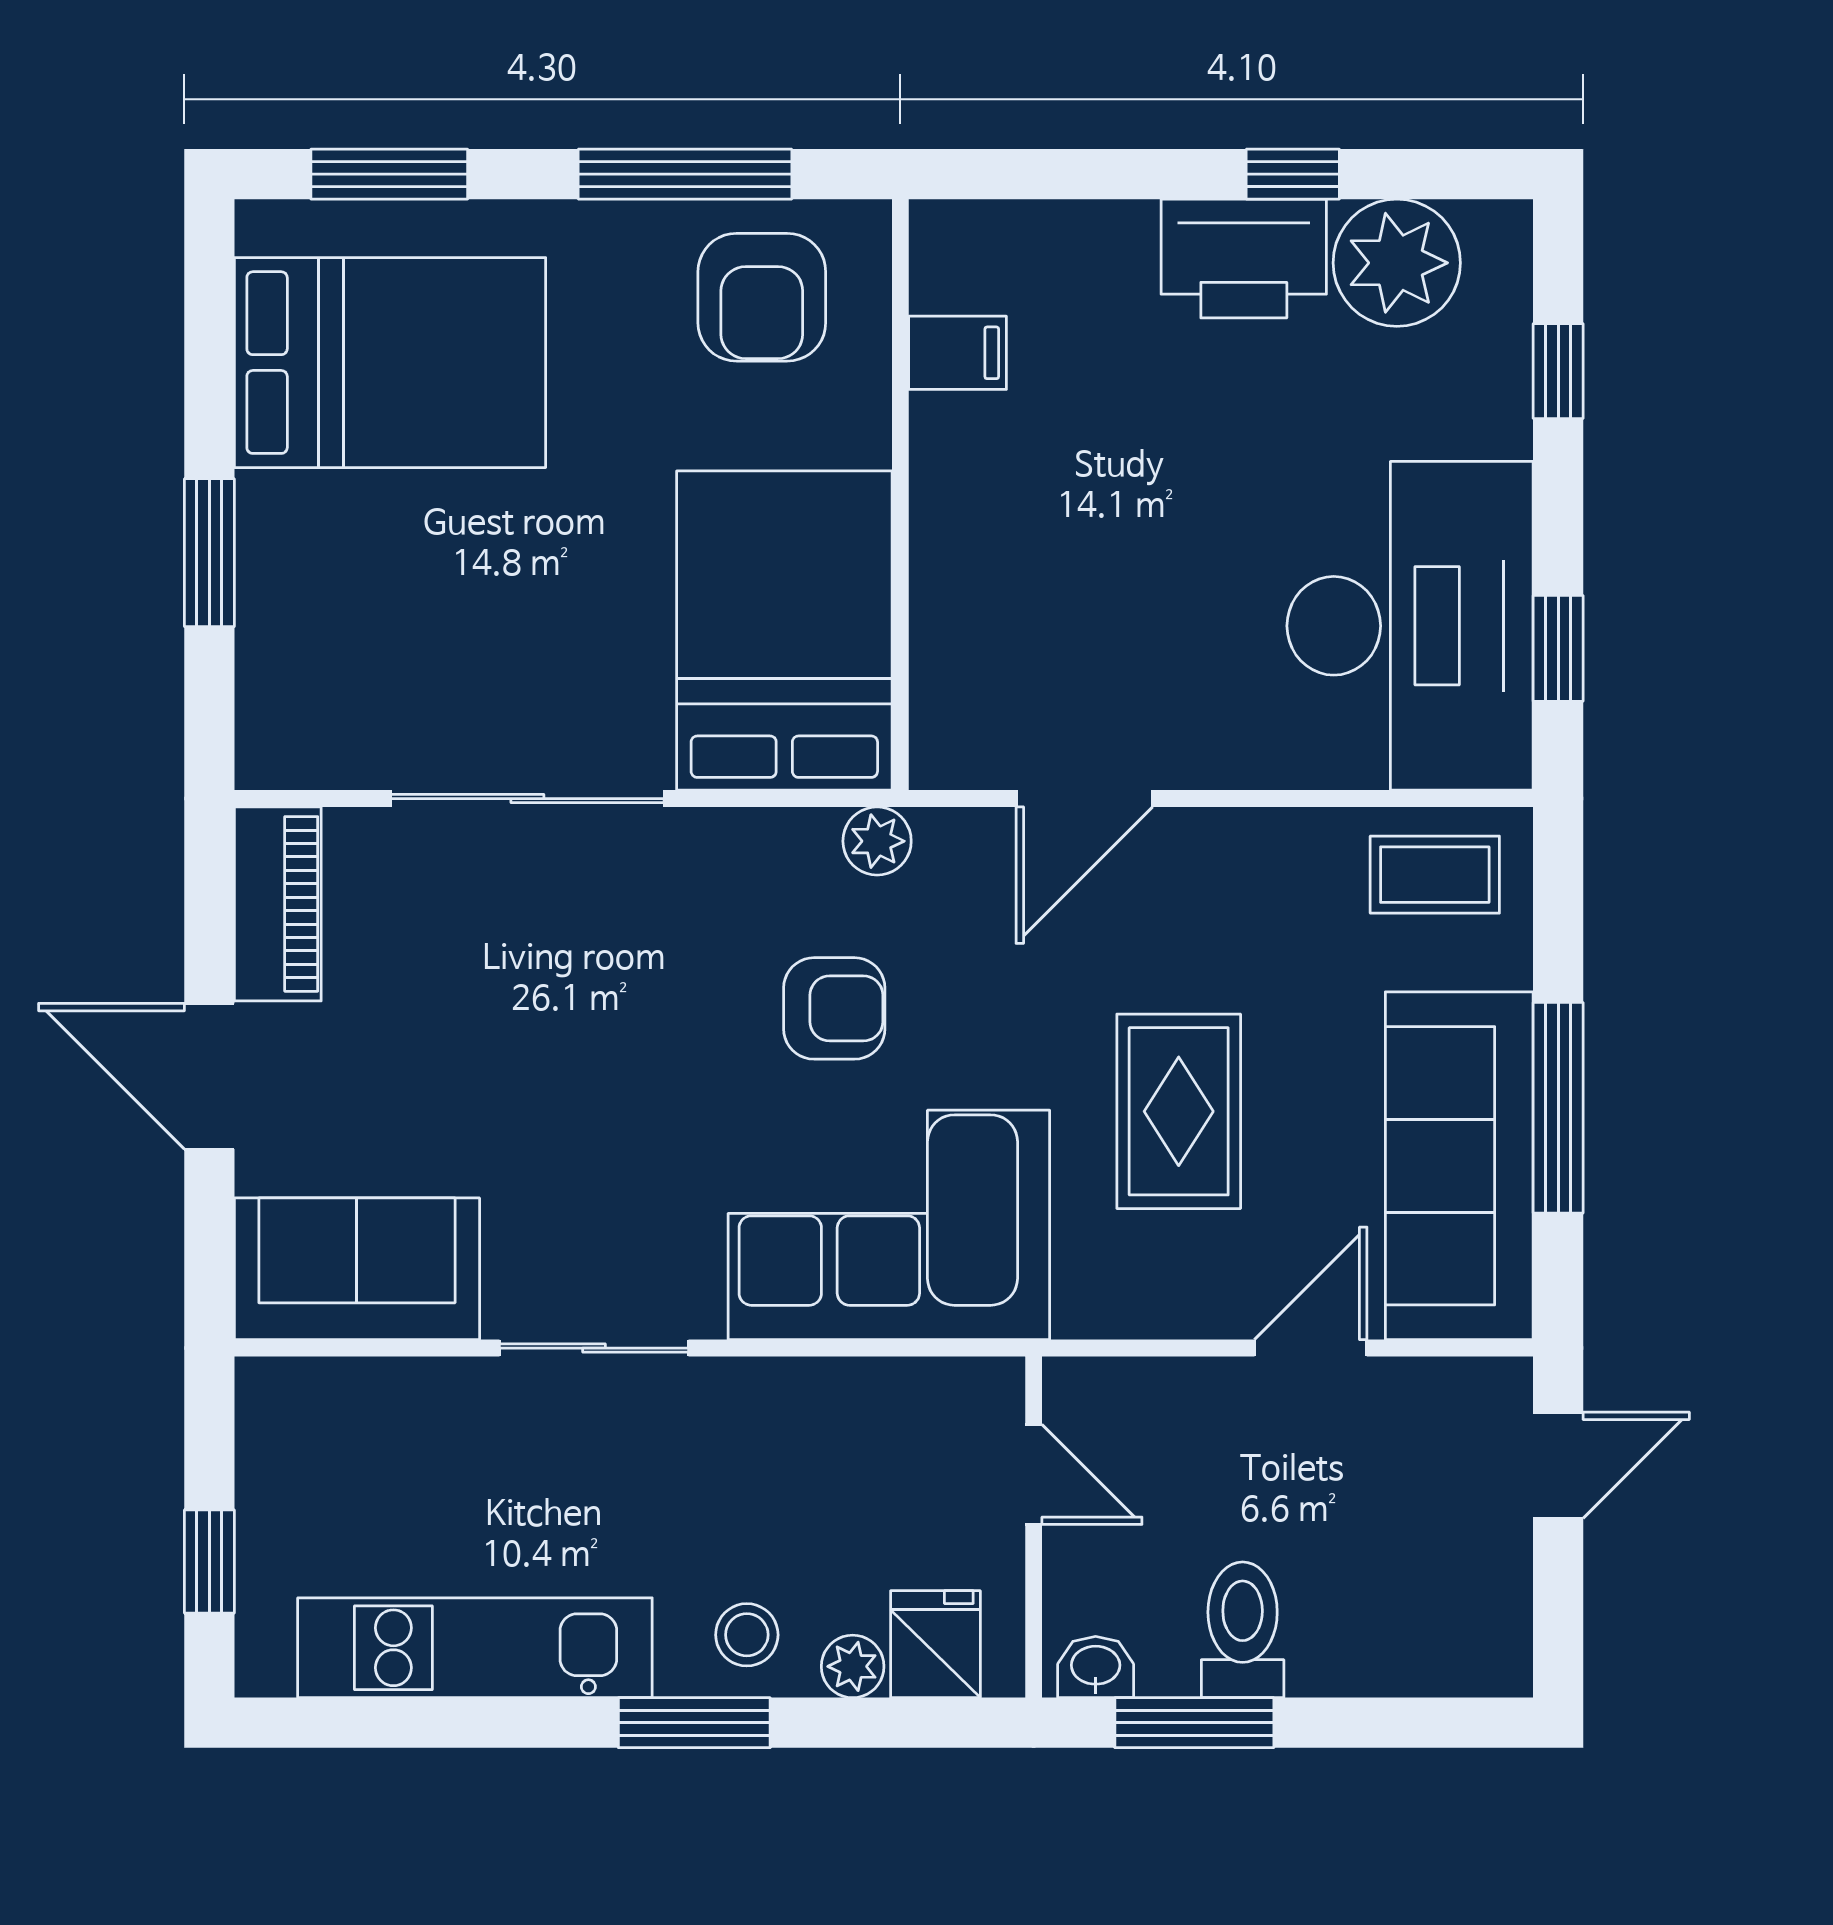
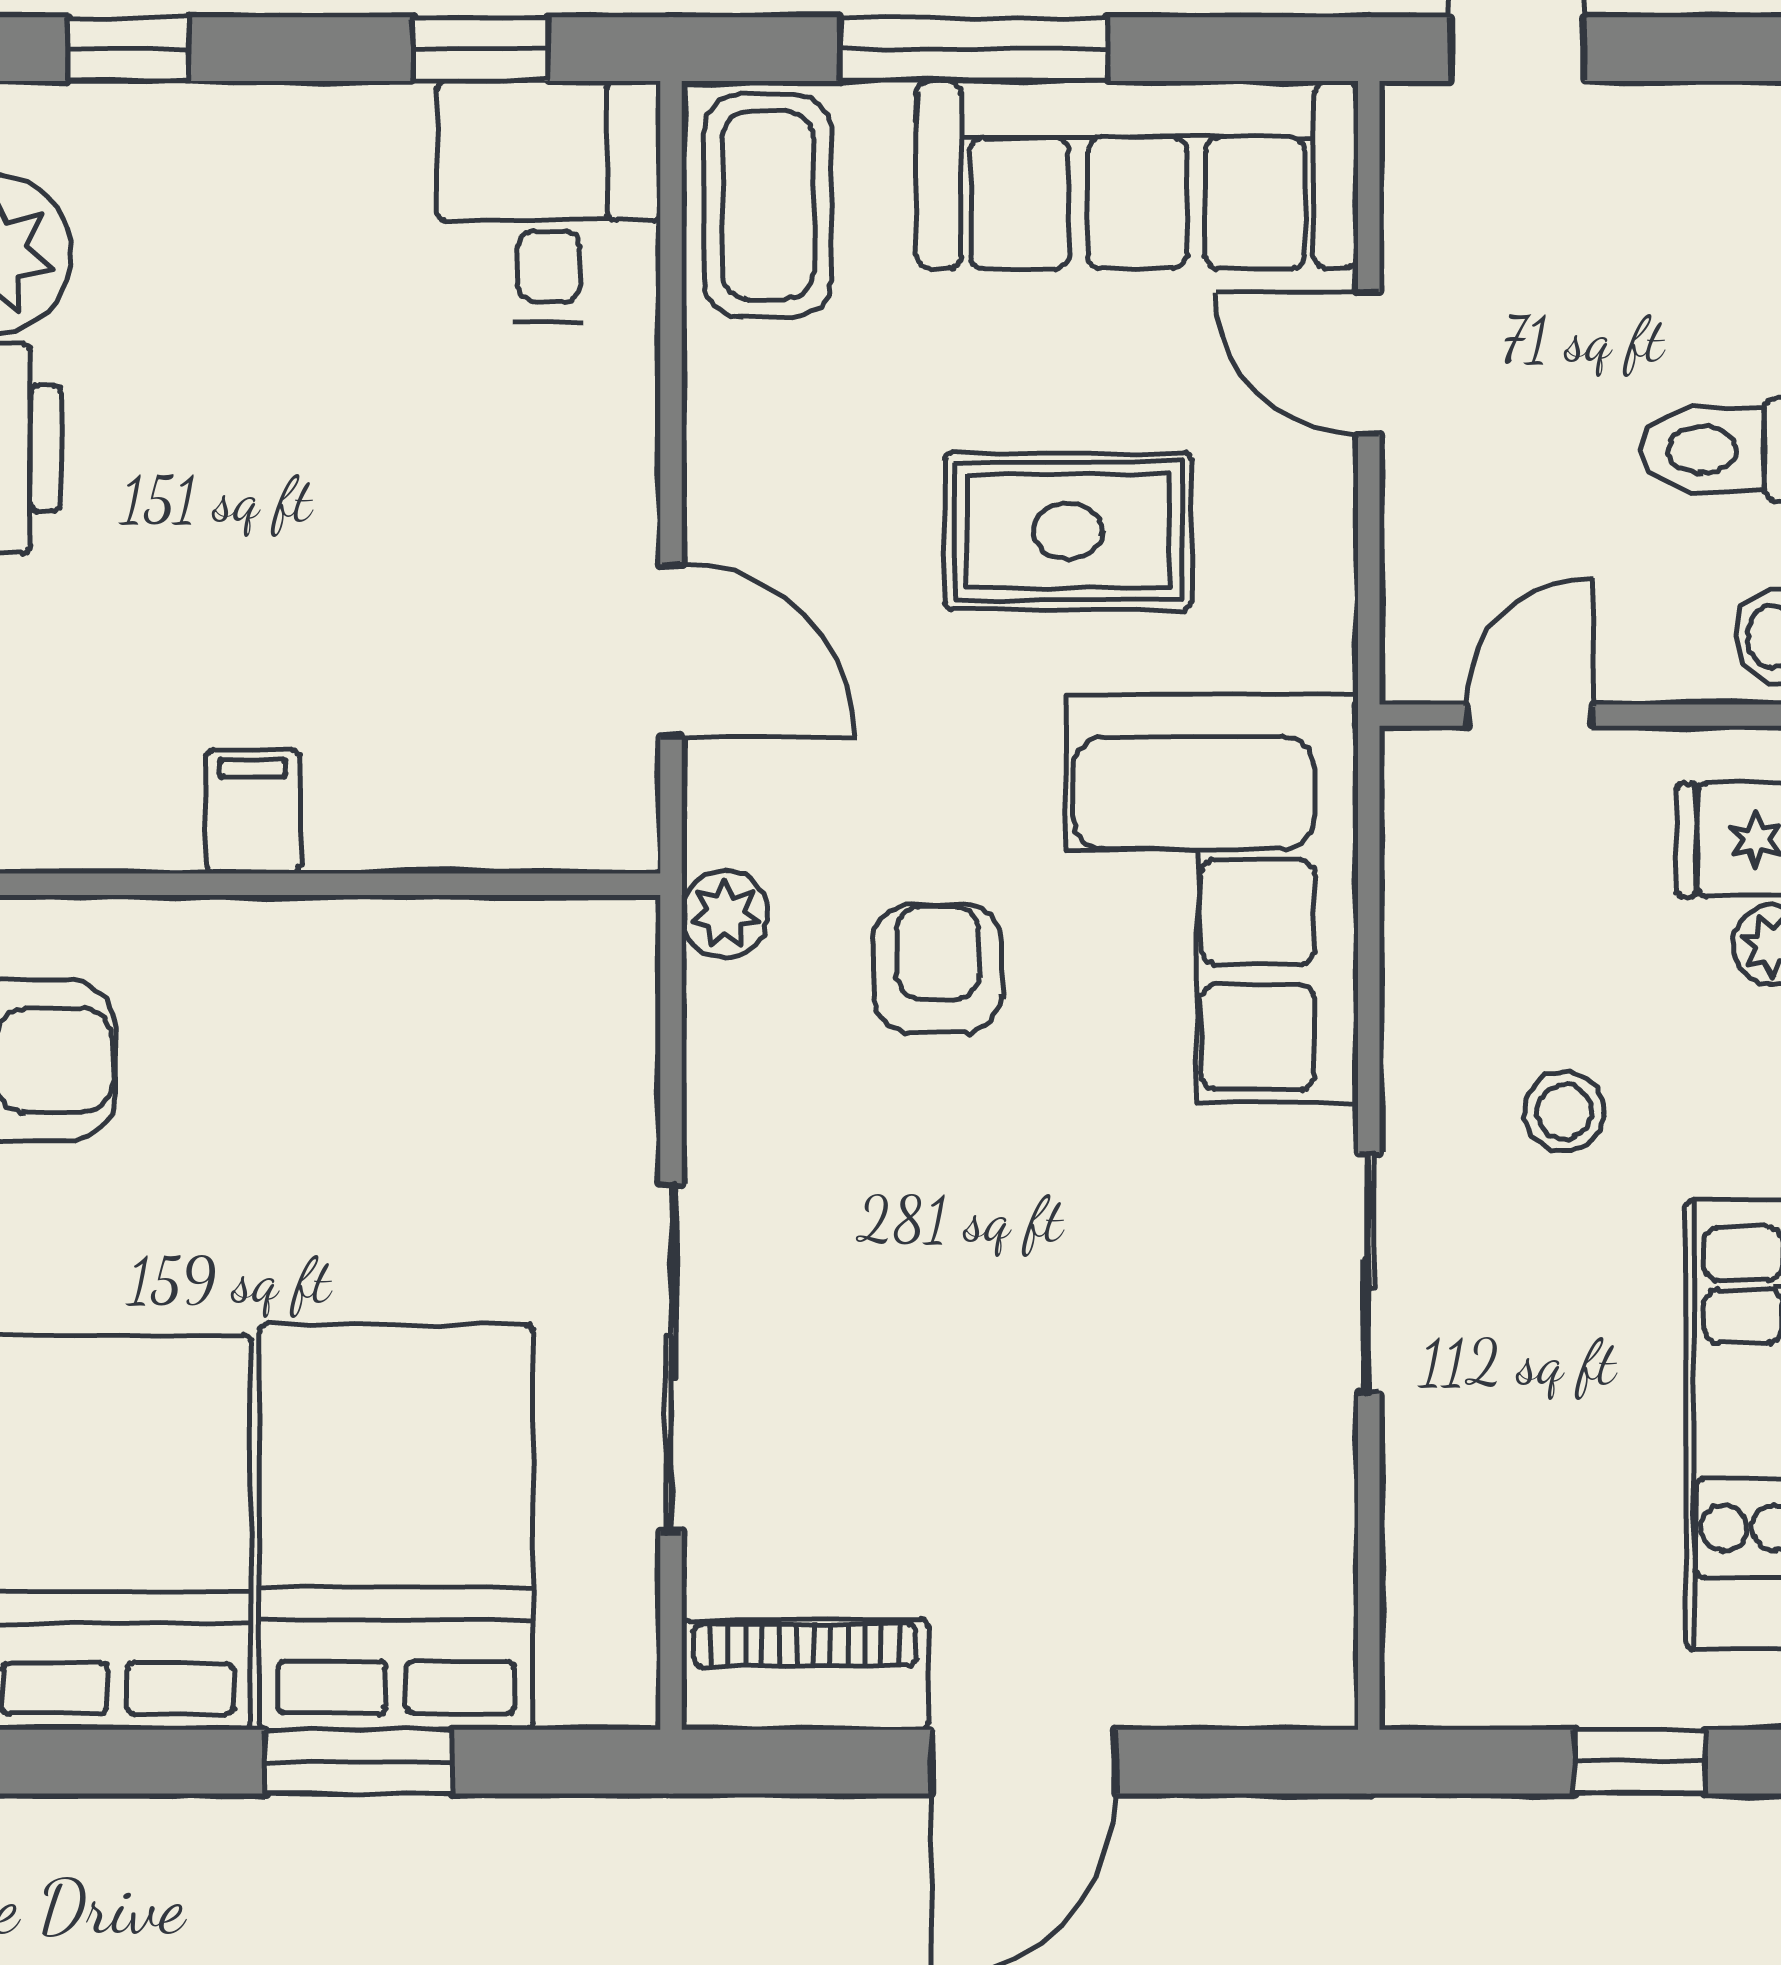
filing cabinet: (958, 353) -> (253, 812), moved
desk: (1410, 626) -> (549, 201), width x0.53, depth x0.77
bed: (784, 631) -> (396, 1527), moved, turned 90
coffee table: (1435, 875) -> (768, 206), width x1.36, depth x1.30
window: (1558, 1108) -> (974, 49), moved
sofa: (357, 1269) -> (1268, 1574), removed
stool: (747, 1635) -> (1564, 1112), moved

